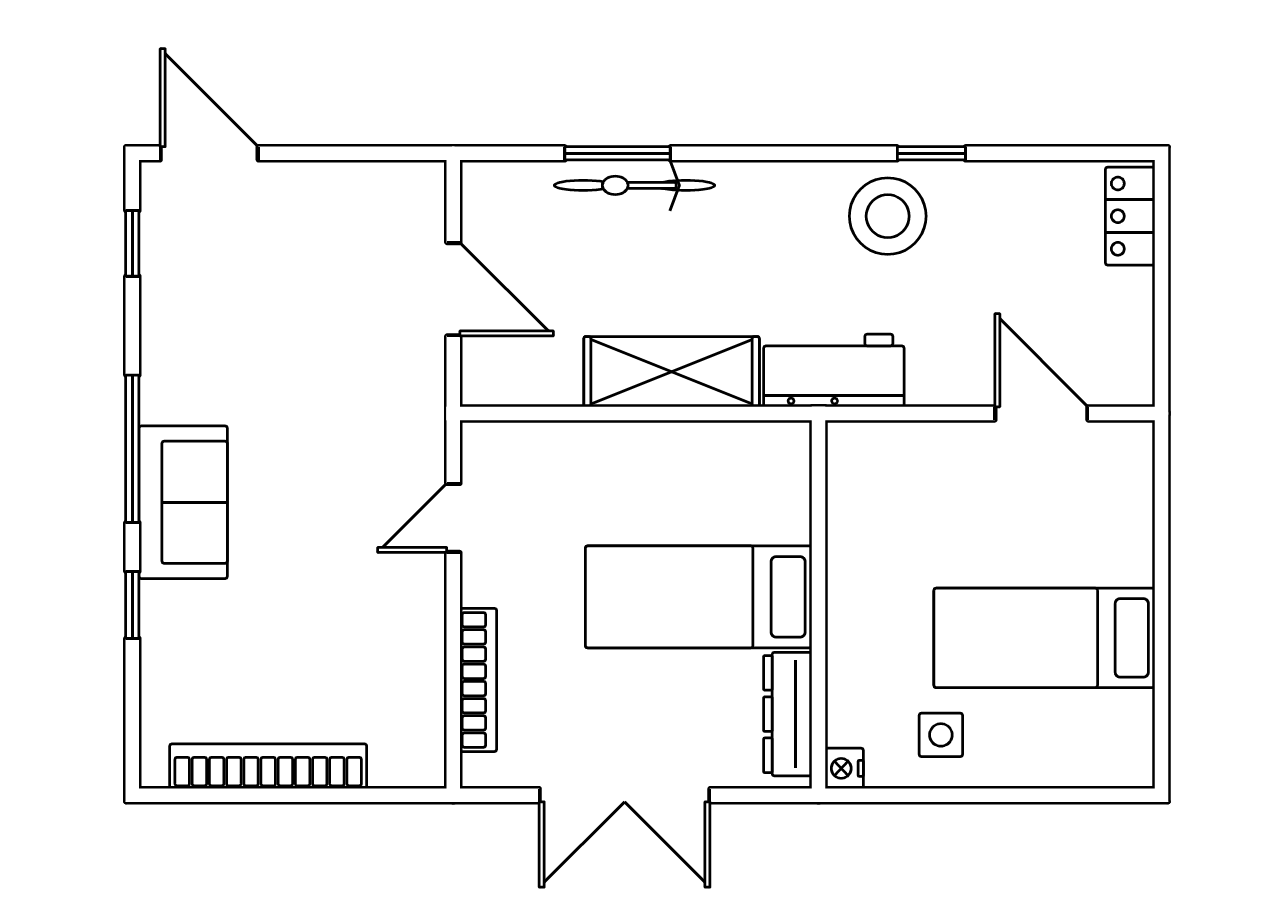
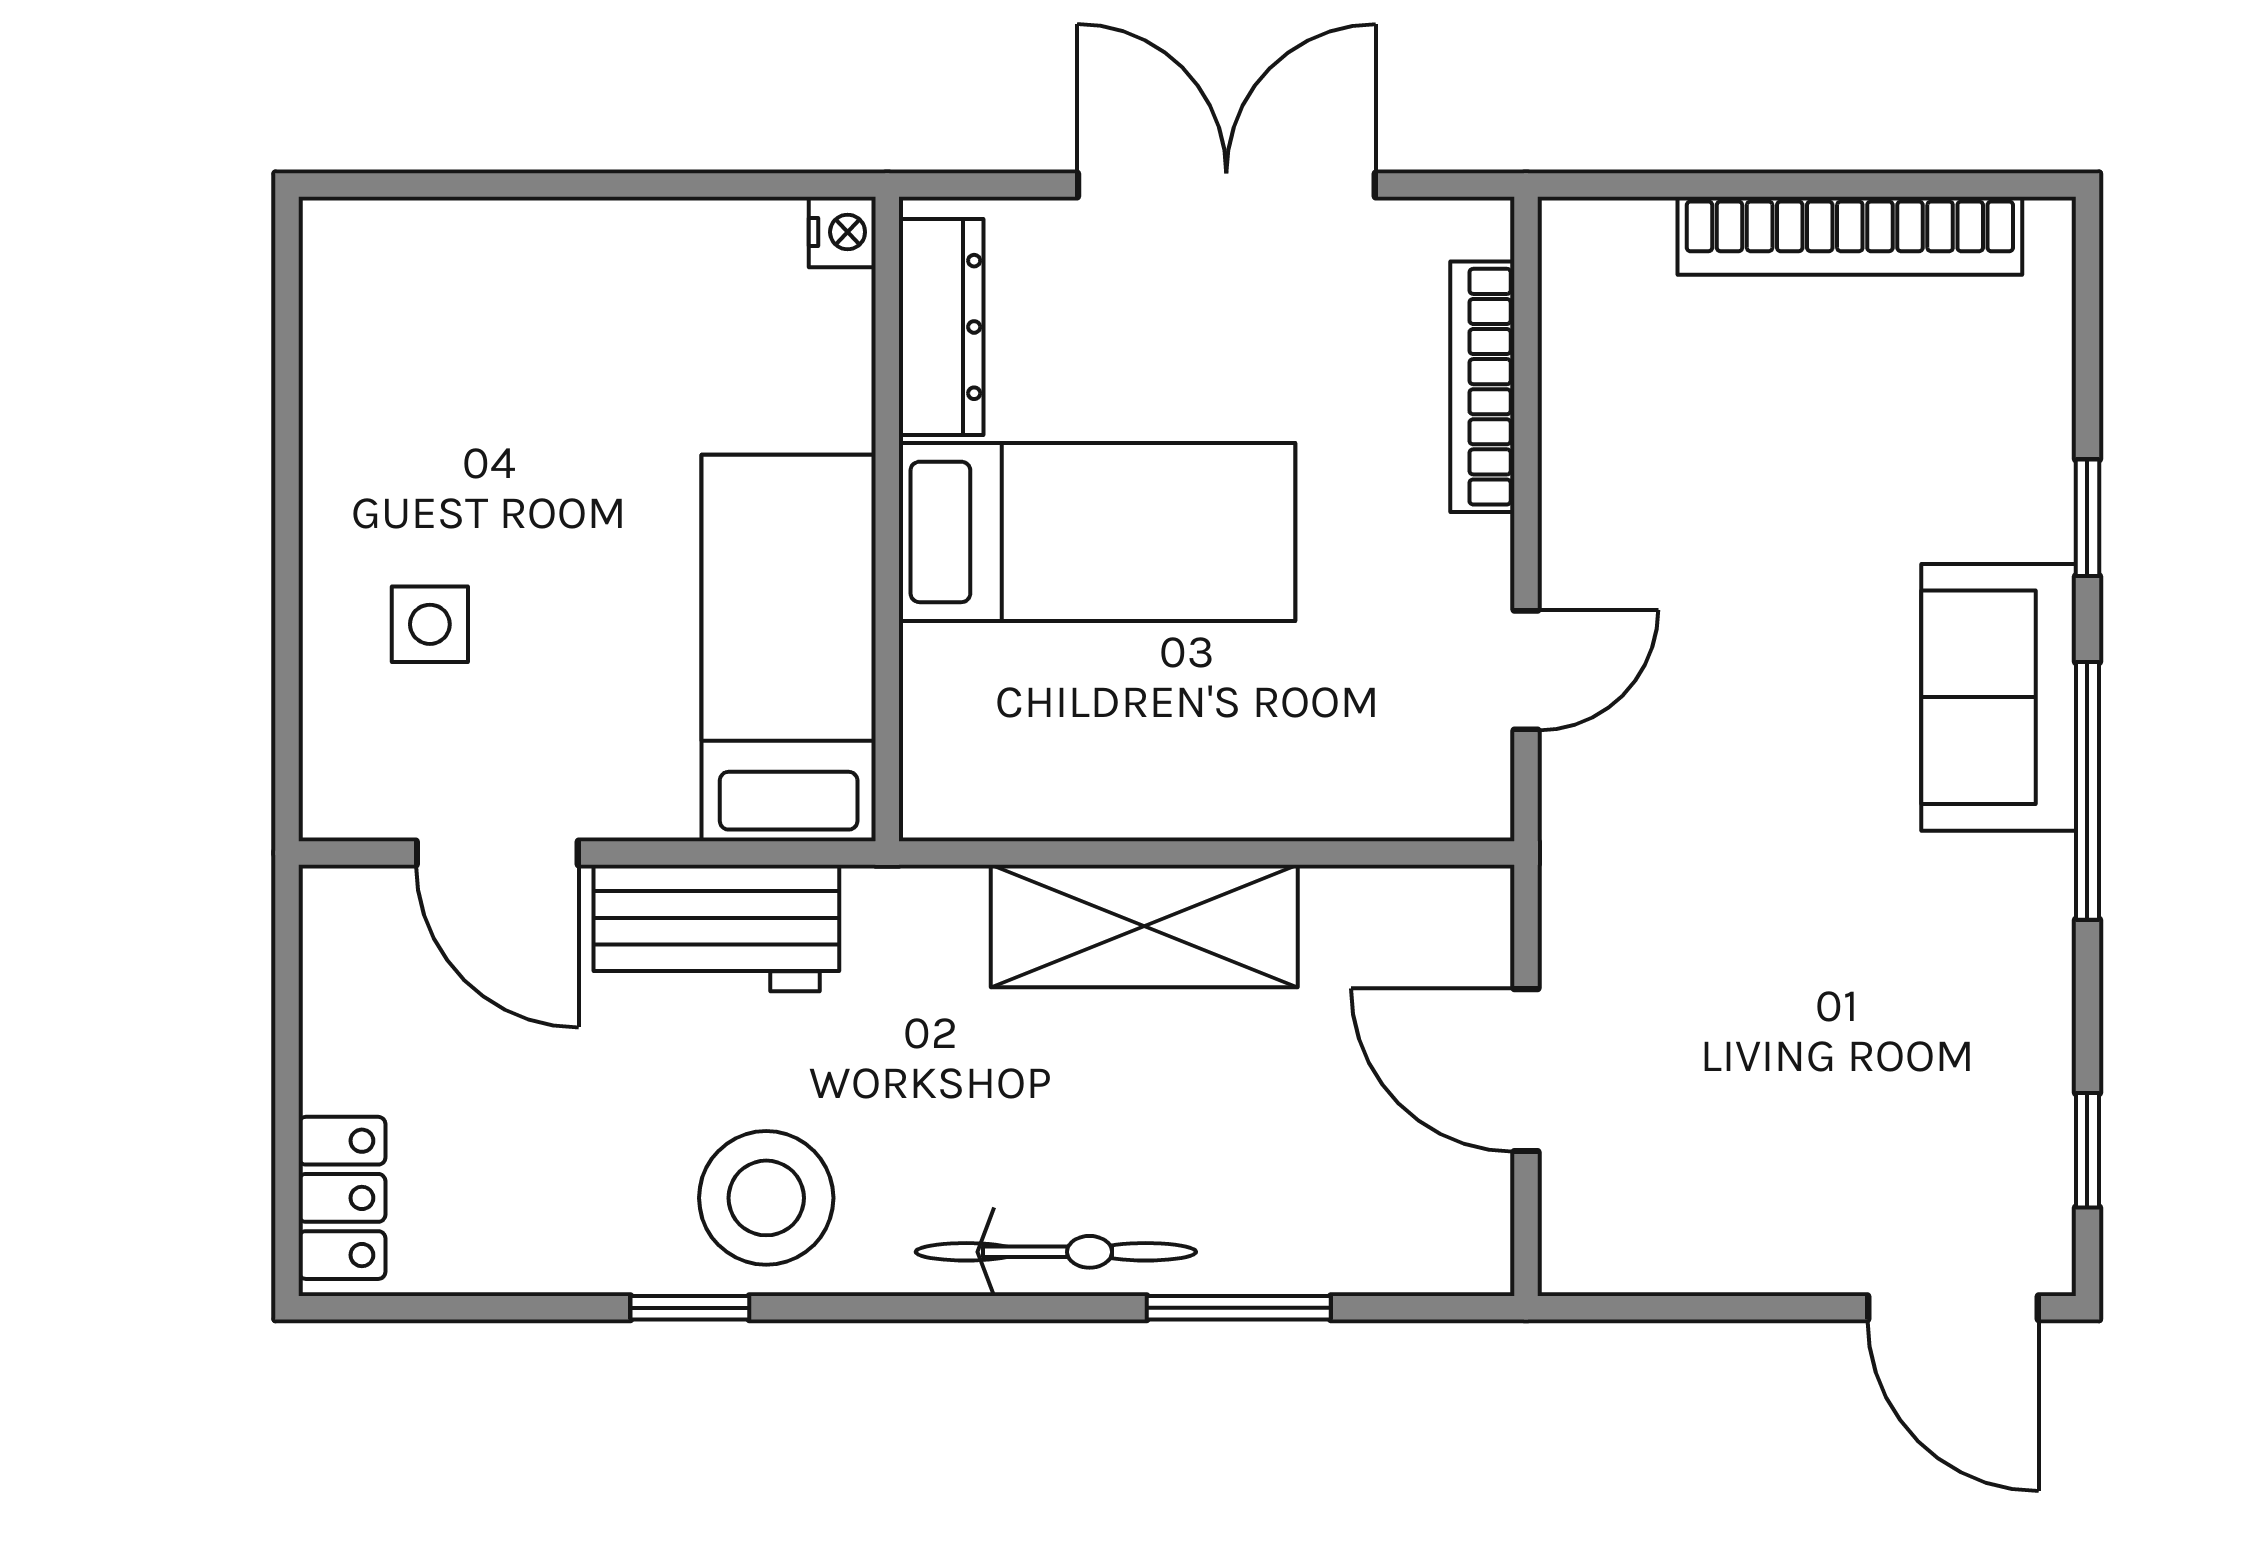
bicycle: (634, 185) -> (1056, 1252), moved
workbench: (834, 370) -> (716, 928), moved
bed: (1044, 638) -> (789, 648), moved, turned -90
side table: (941, 735) -> (430, 624), moved

